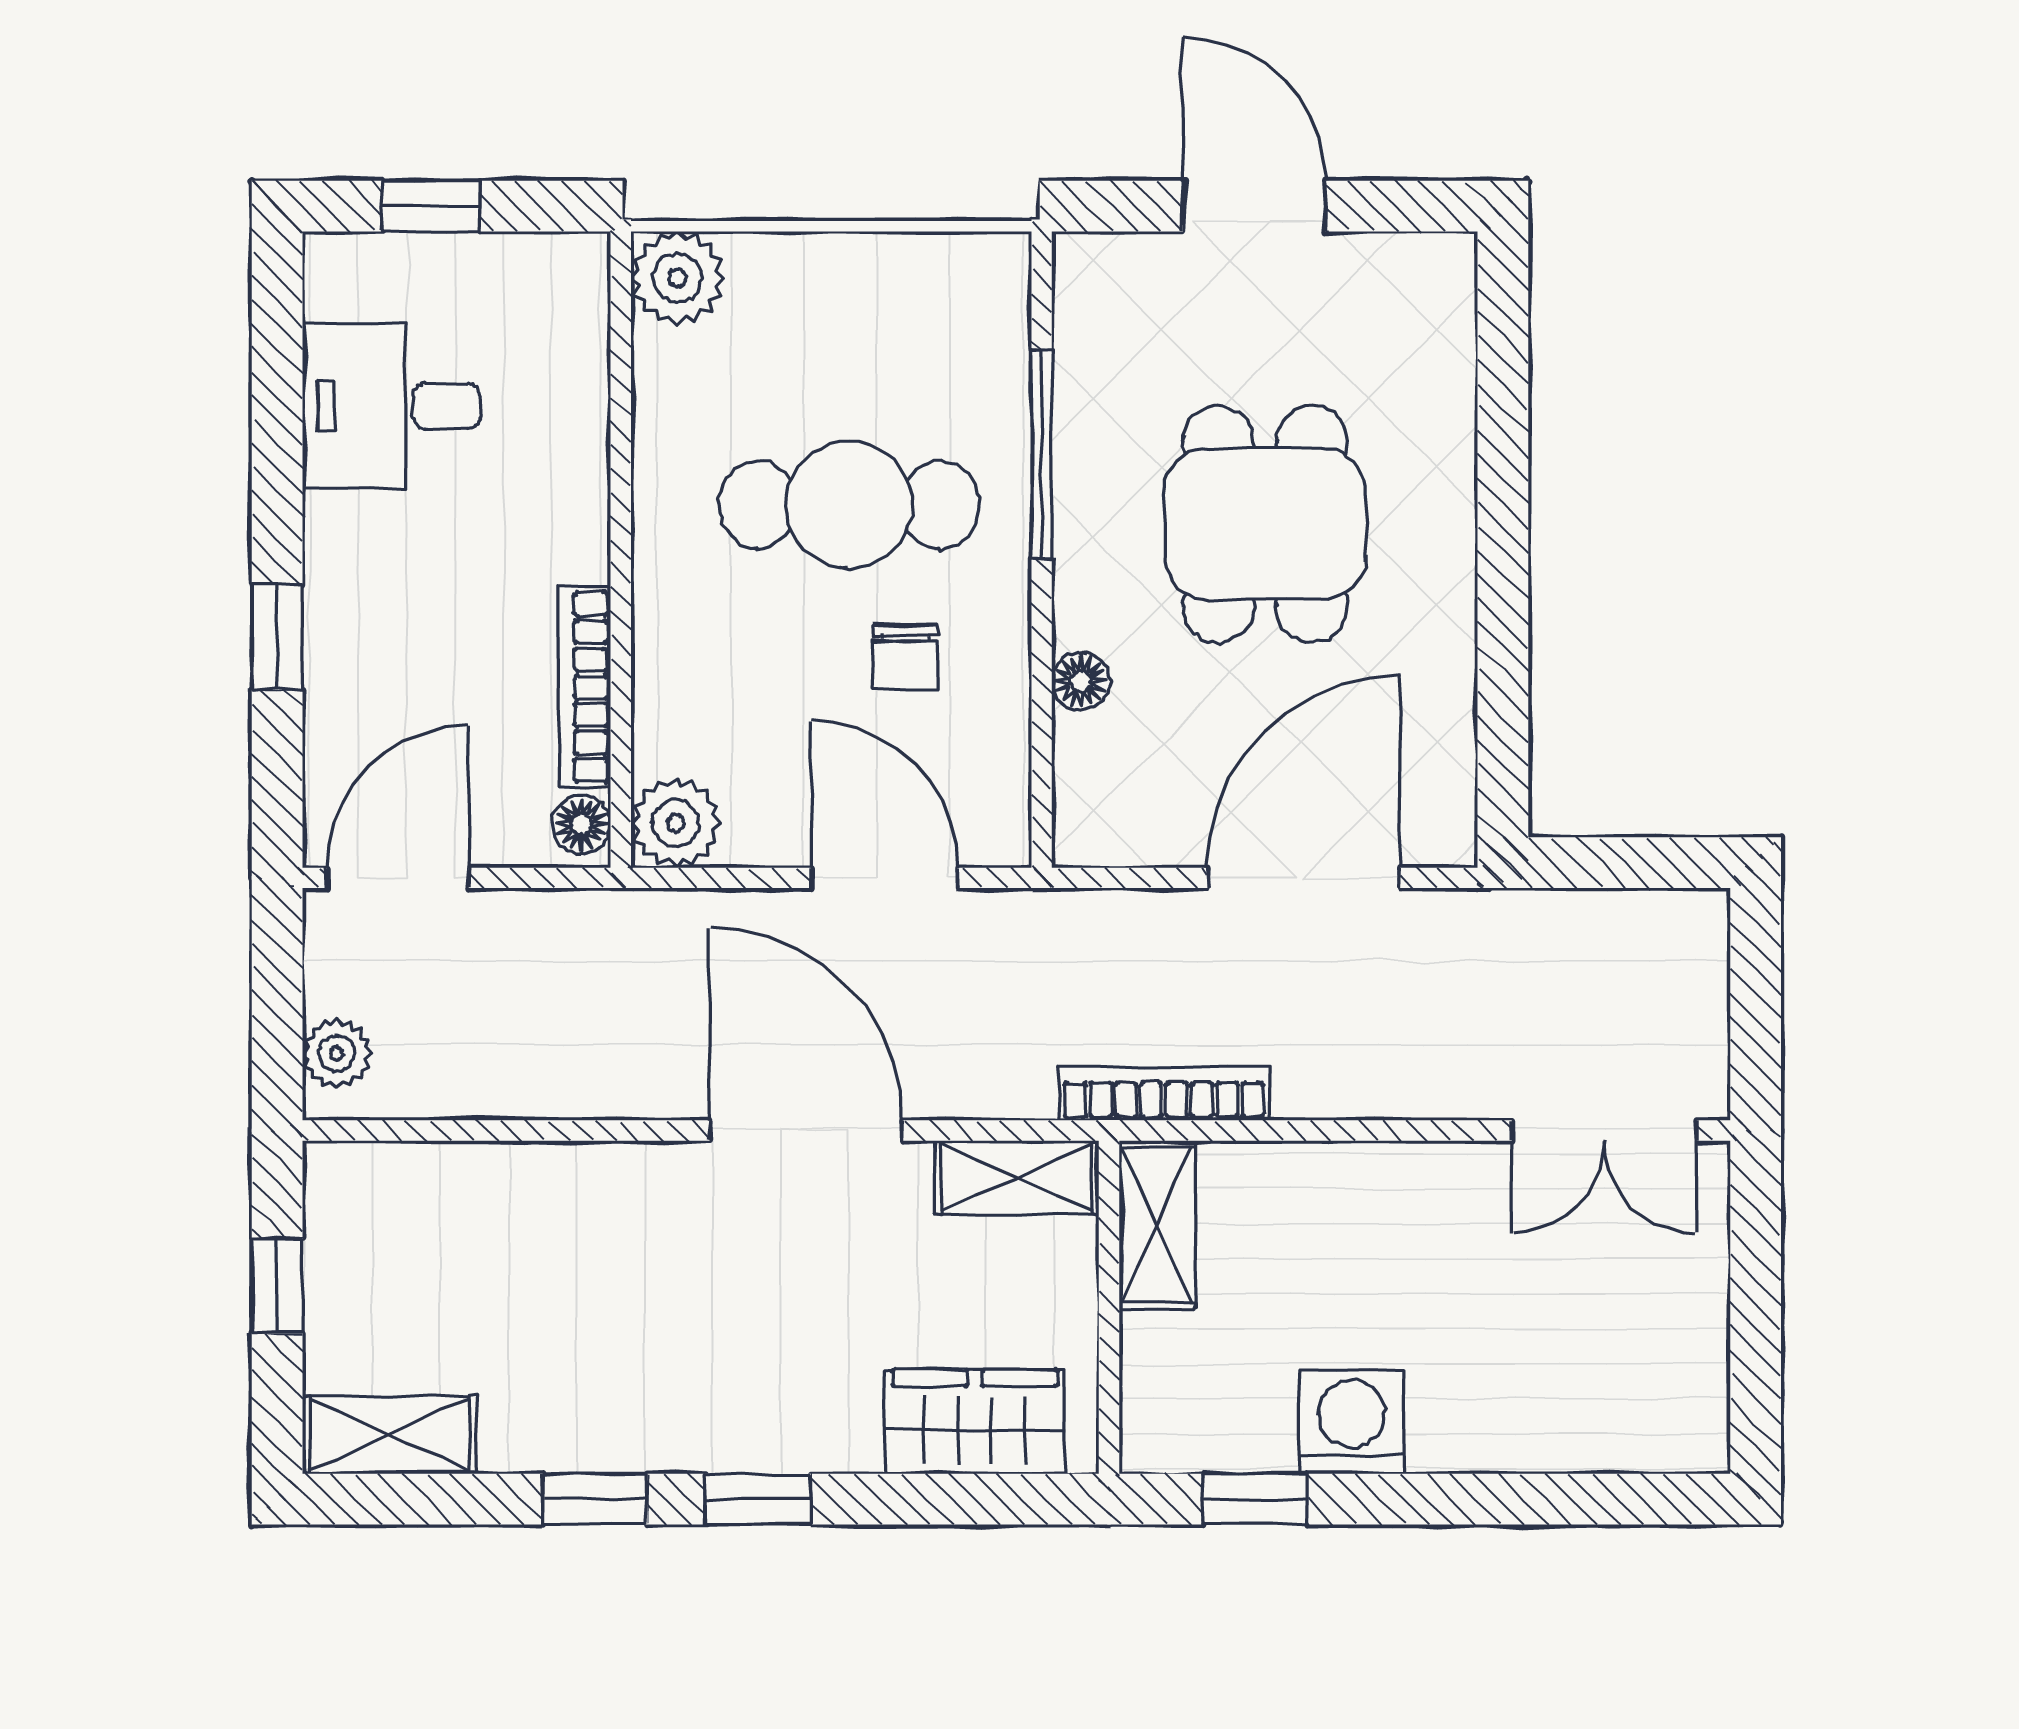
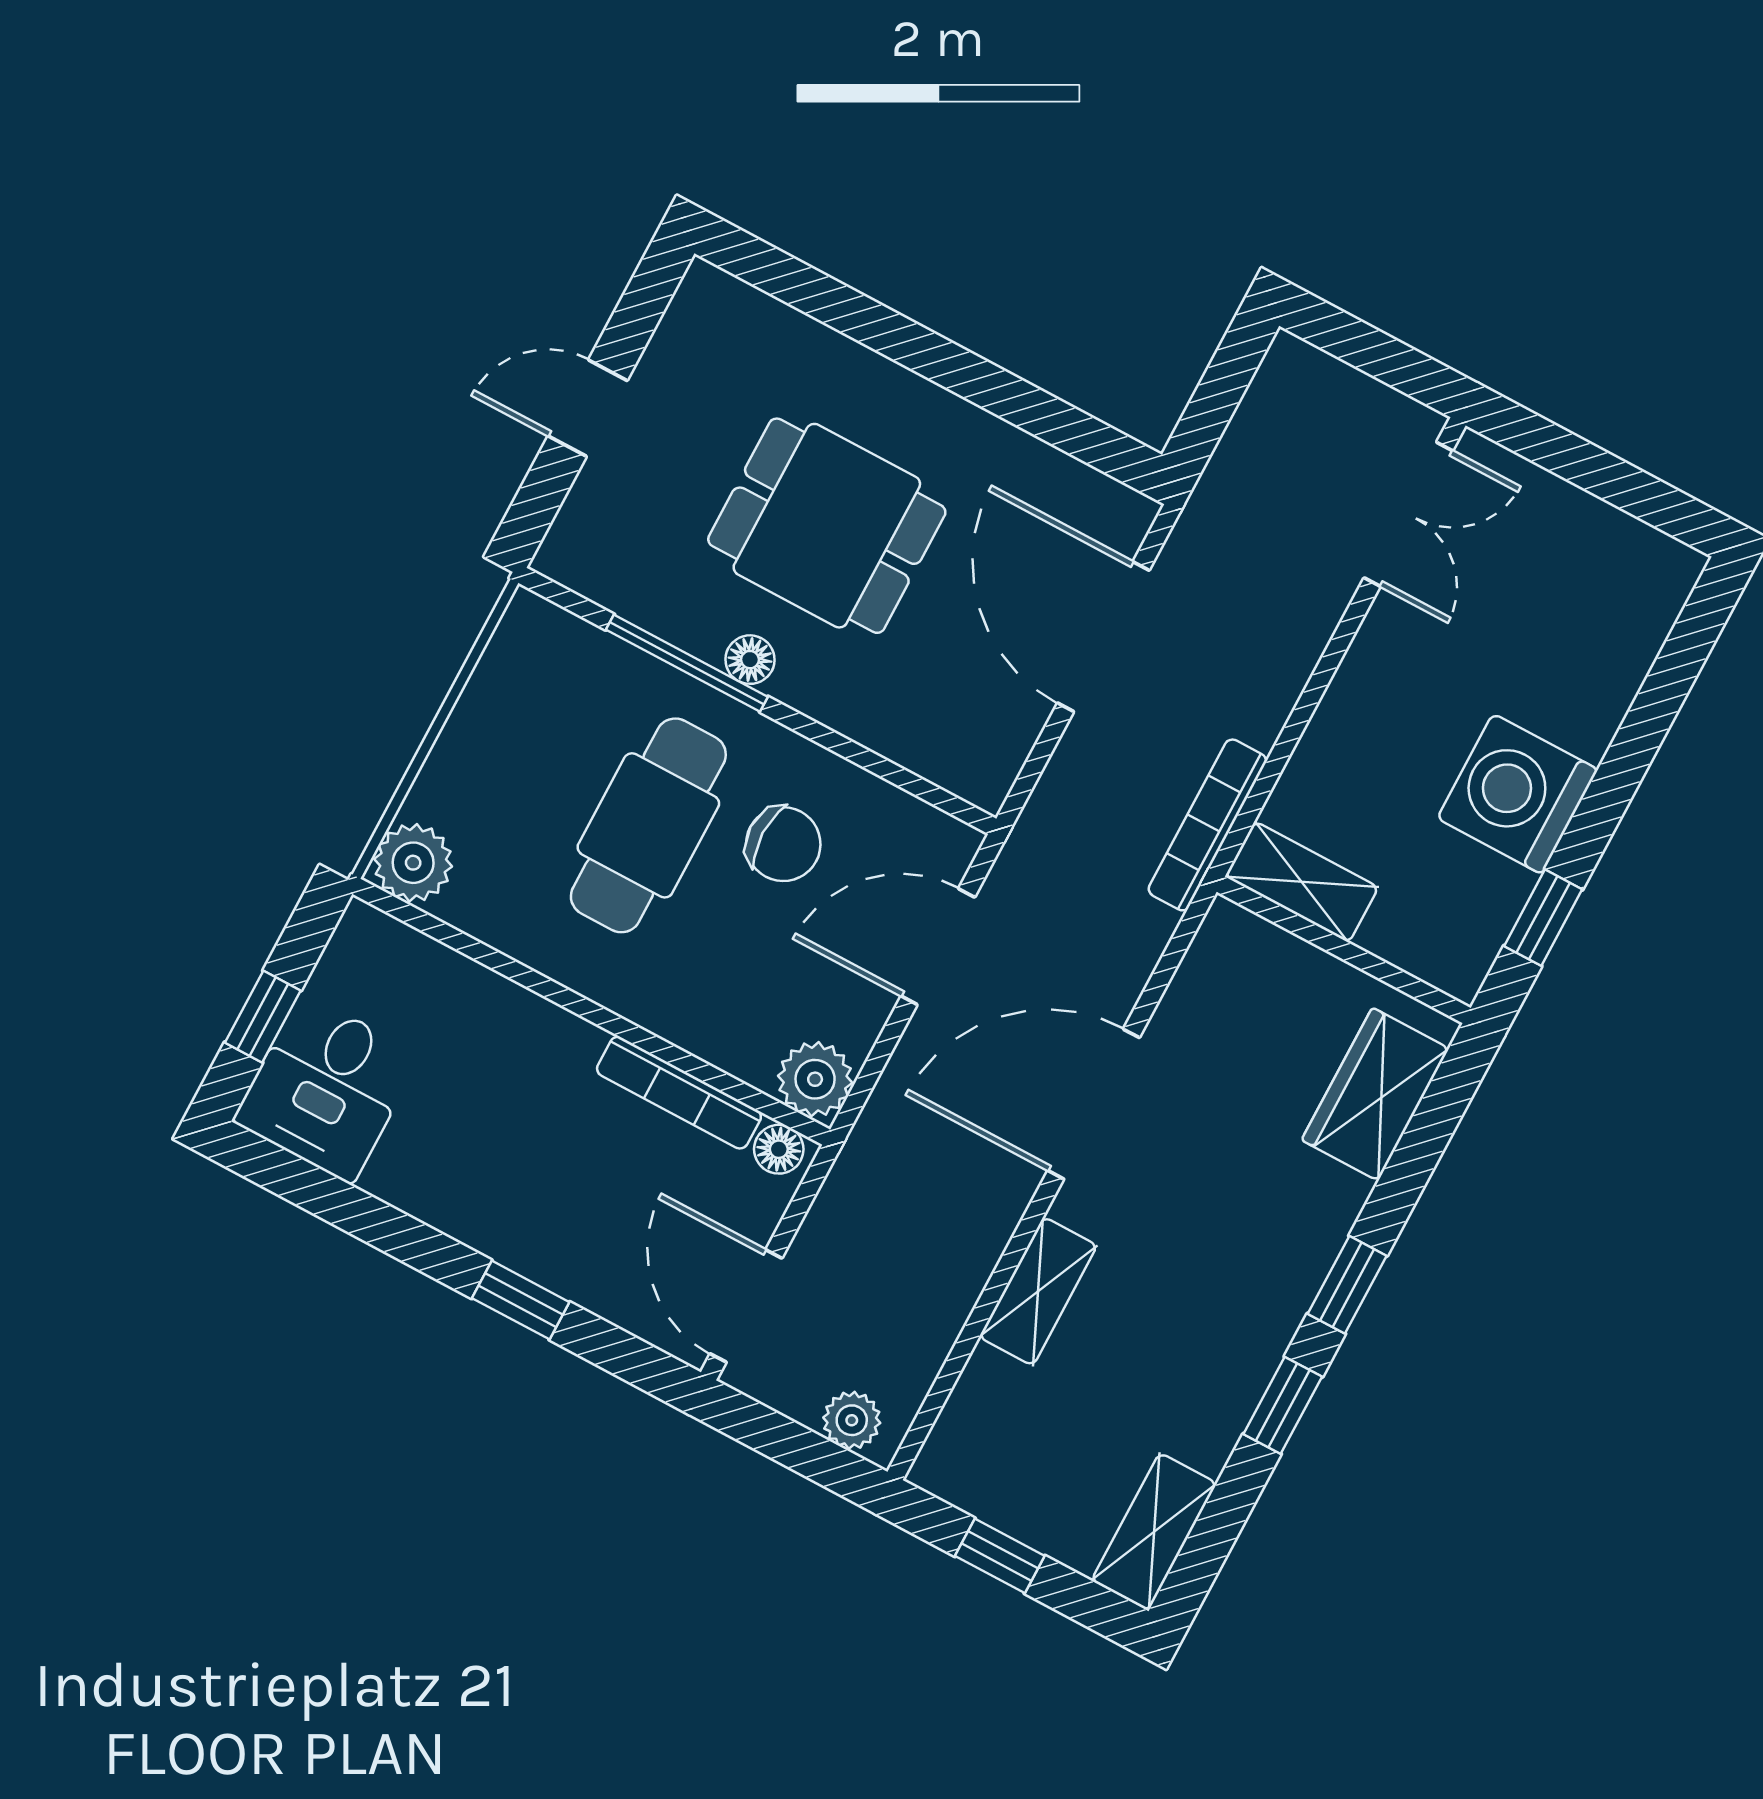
door: (1254, 206) -> (588, 408), width x0.73
desk: (391, 406) -> (327, 1088), moved
chair: (905, 657) -> (783, 844), width x1.37, depth x1.37
floor lamp: (1081, 681) -> (750, 660), moved
shelving: (1017, 1177) -> (1038, 1291), moved
washing machine: (1352, 1422) -> (1517, 794), width x1.37, depth x1.37

